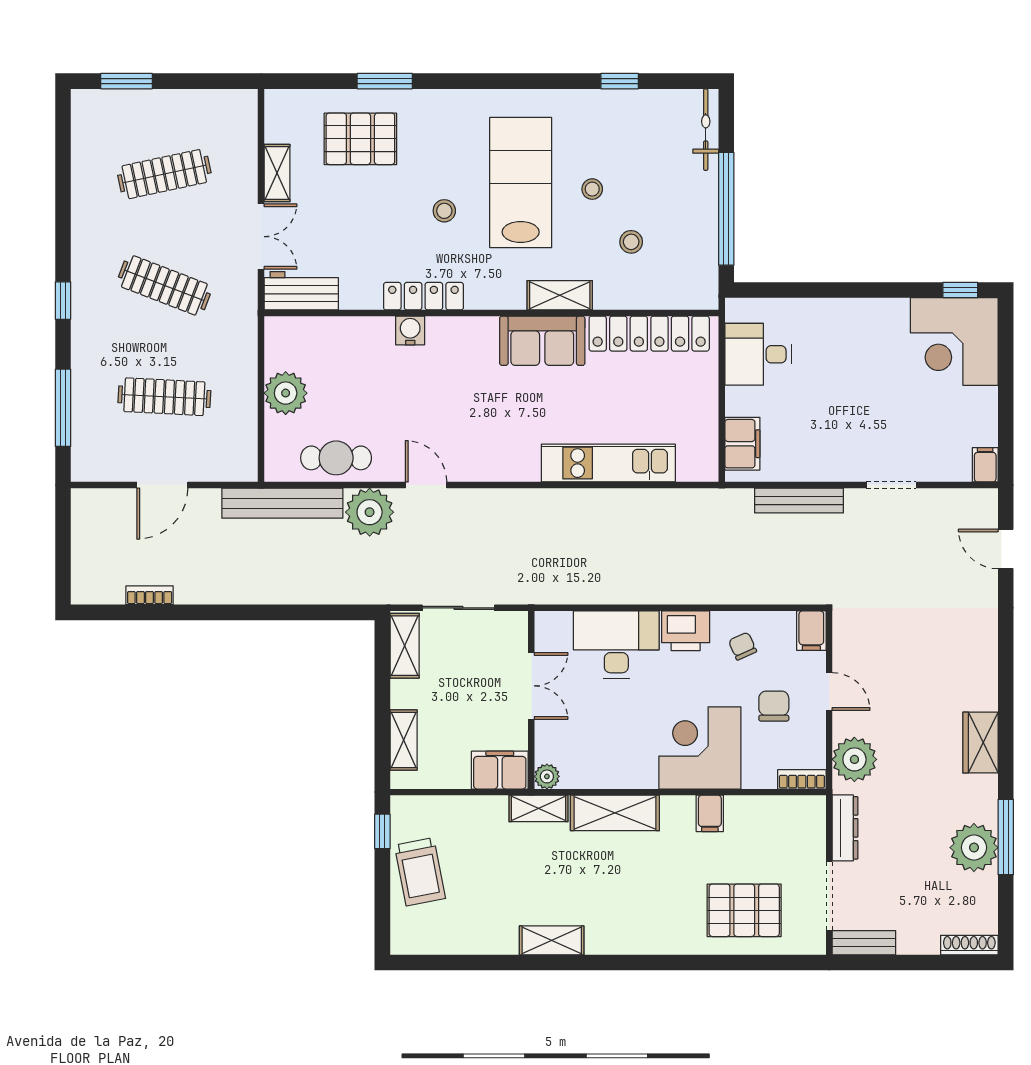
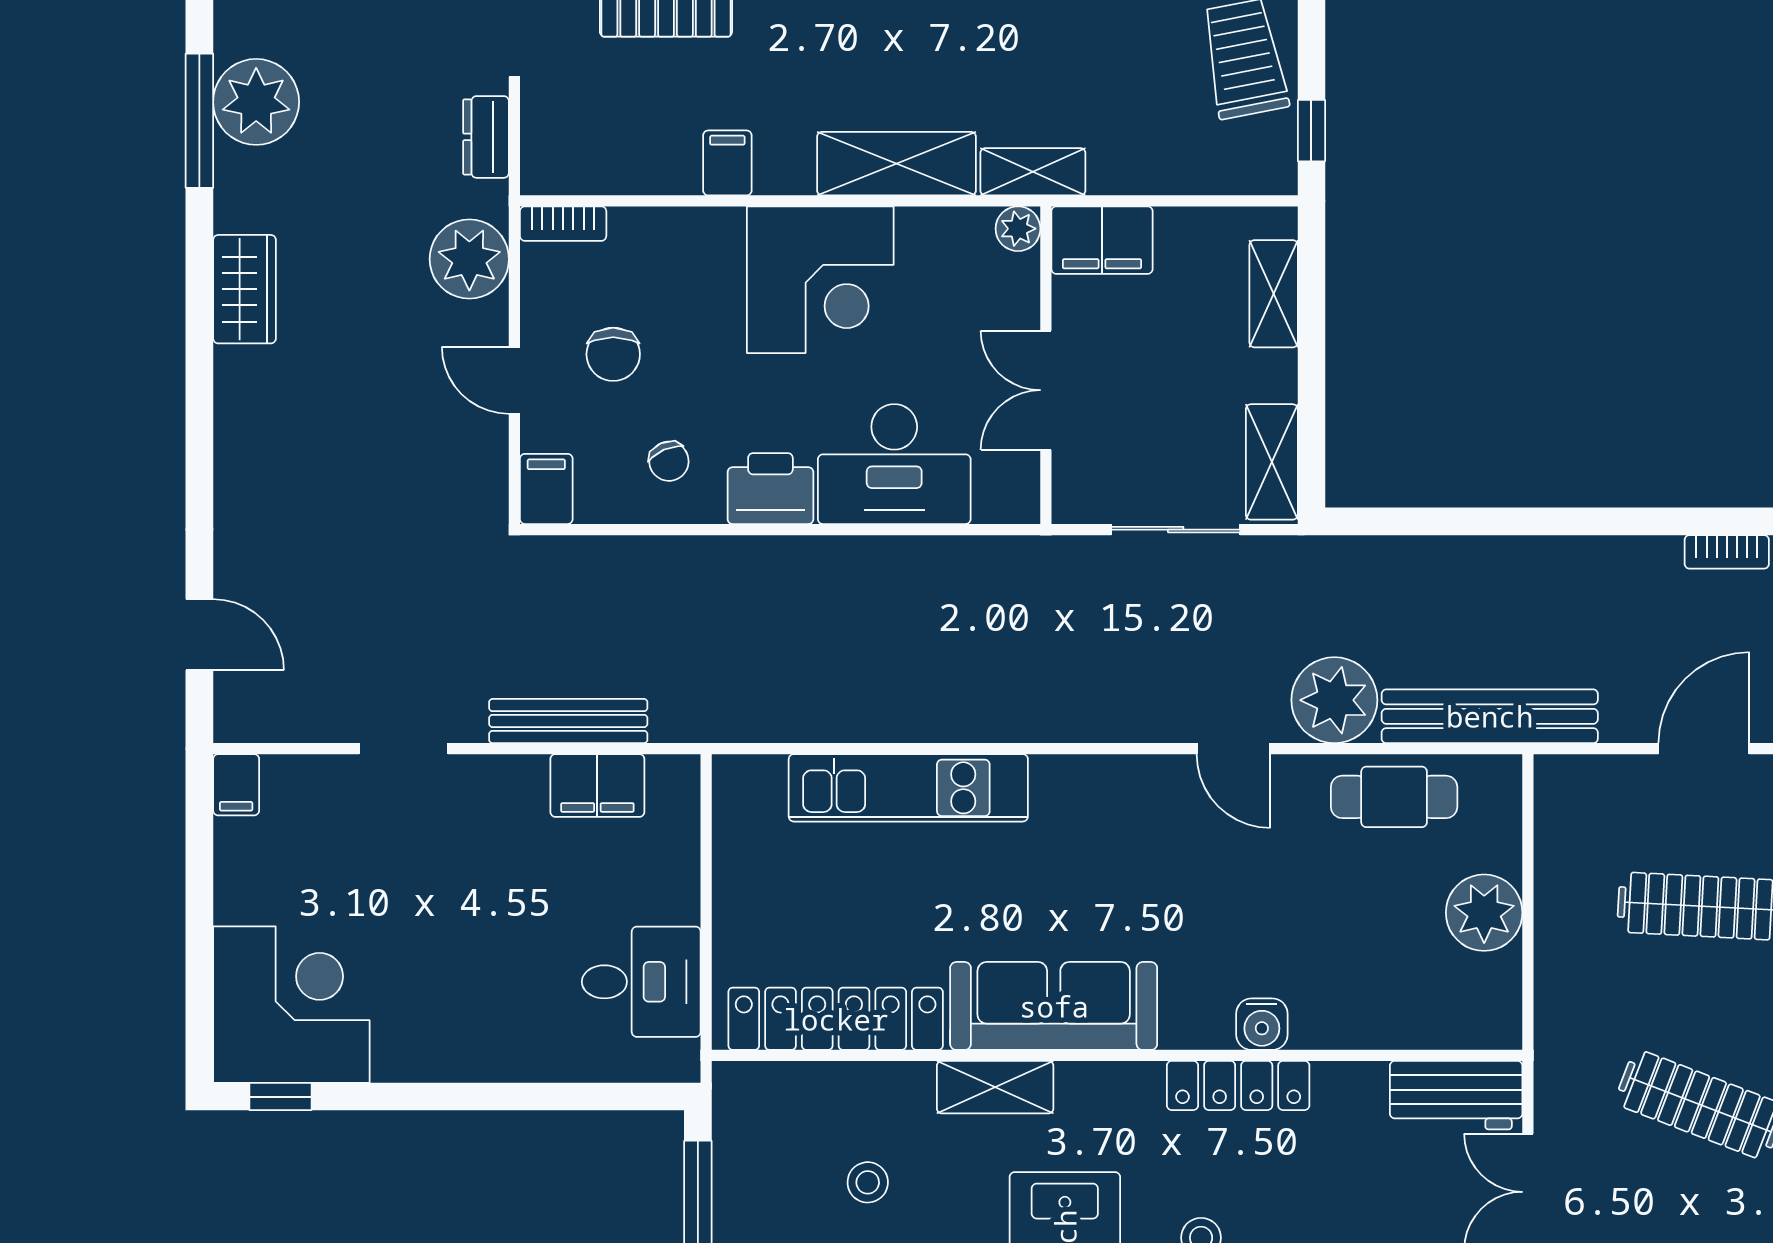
sofa: (542, 341) -> (1054, 1006), width x1.36
filing cabinet: (742, 444) -> (597, 785), moved, turned -90
corner desk: (700, 748) -> (820, 280), moved
dresser: (845, 828) -> (486, 137), width x0.70

